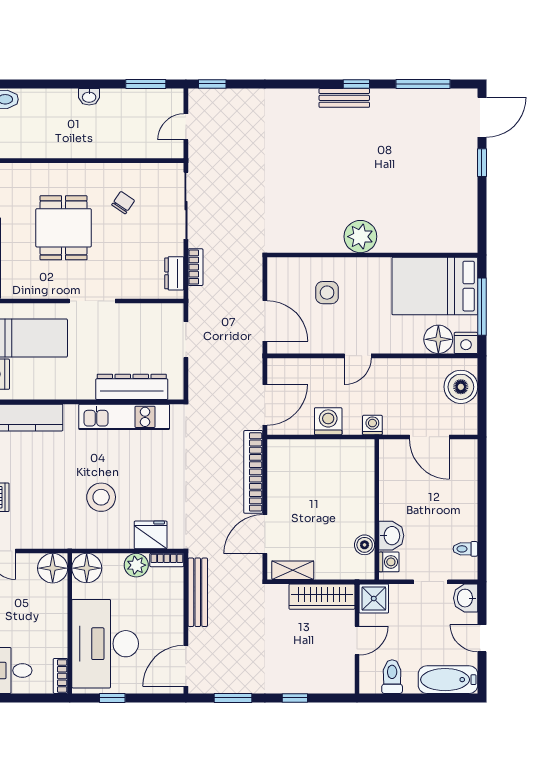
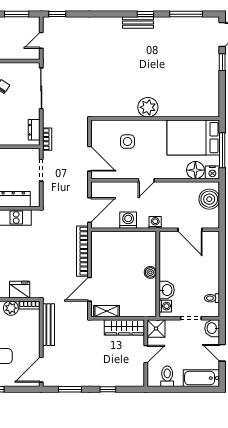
bookcase: (196, 267) -> (47, 139), moved
boiler: (365, 545) -> (150, 272), moved

